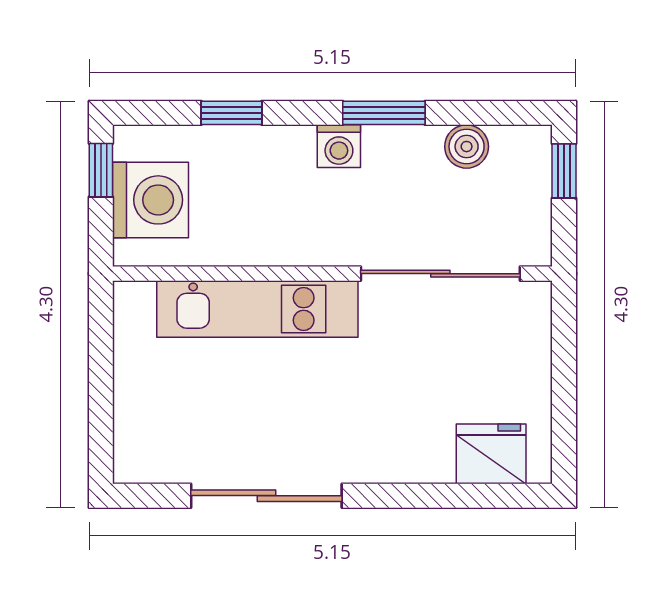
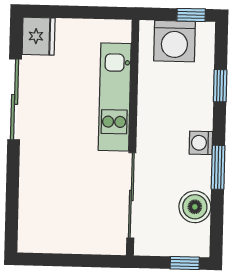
boiler: (467, 147) -> (195, 207), width x1.36, depth x1.36
fridge: (491, 454) -> (39, 36), moved

